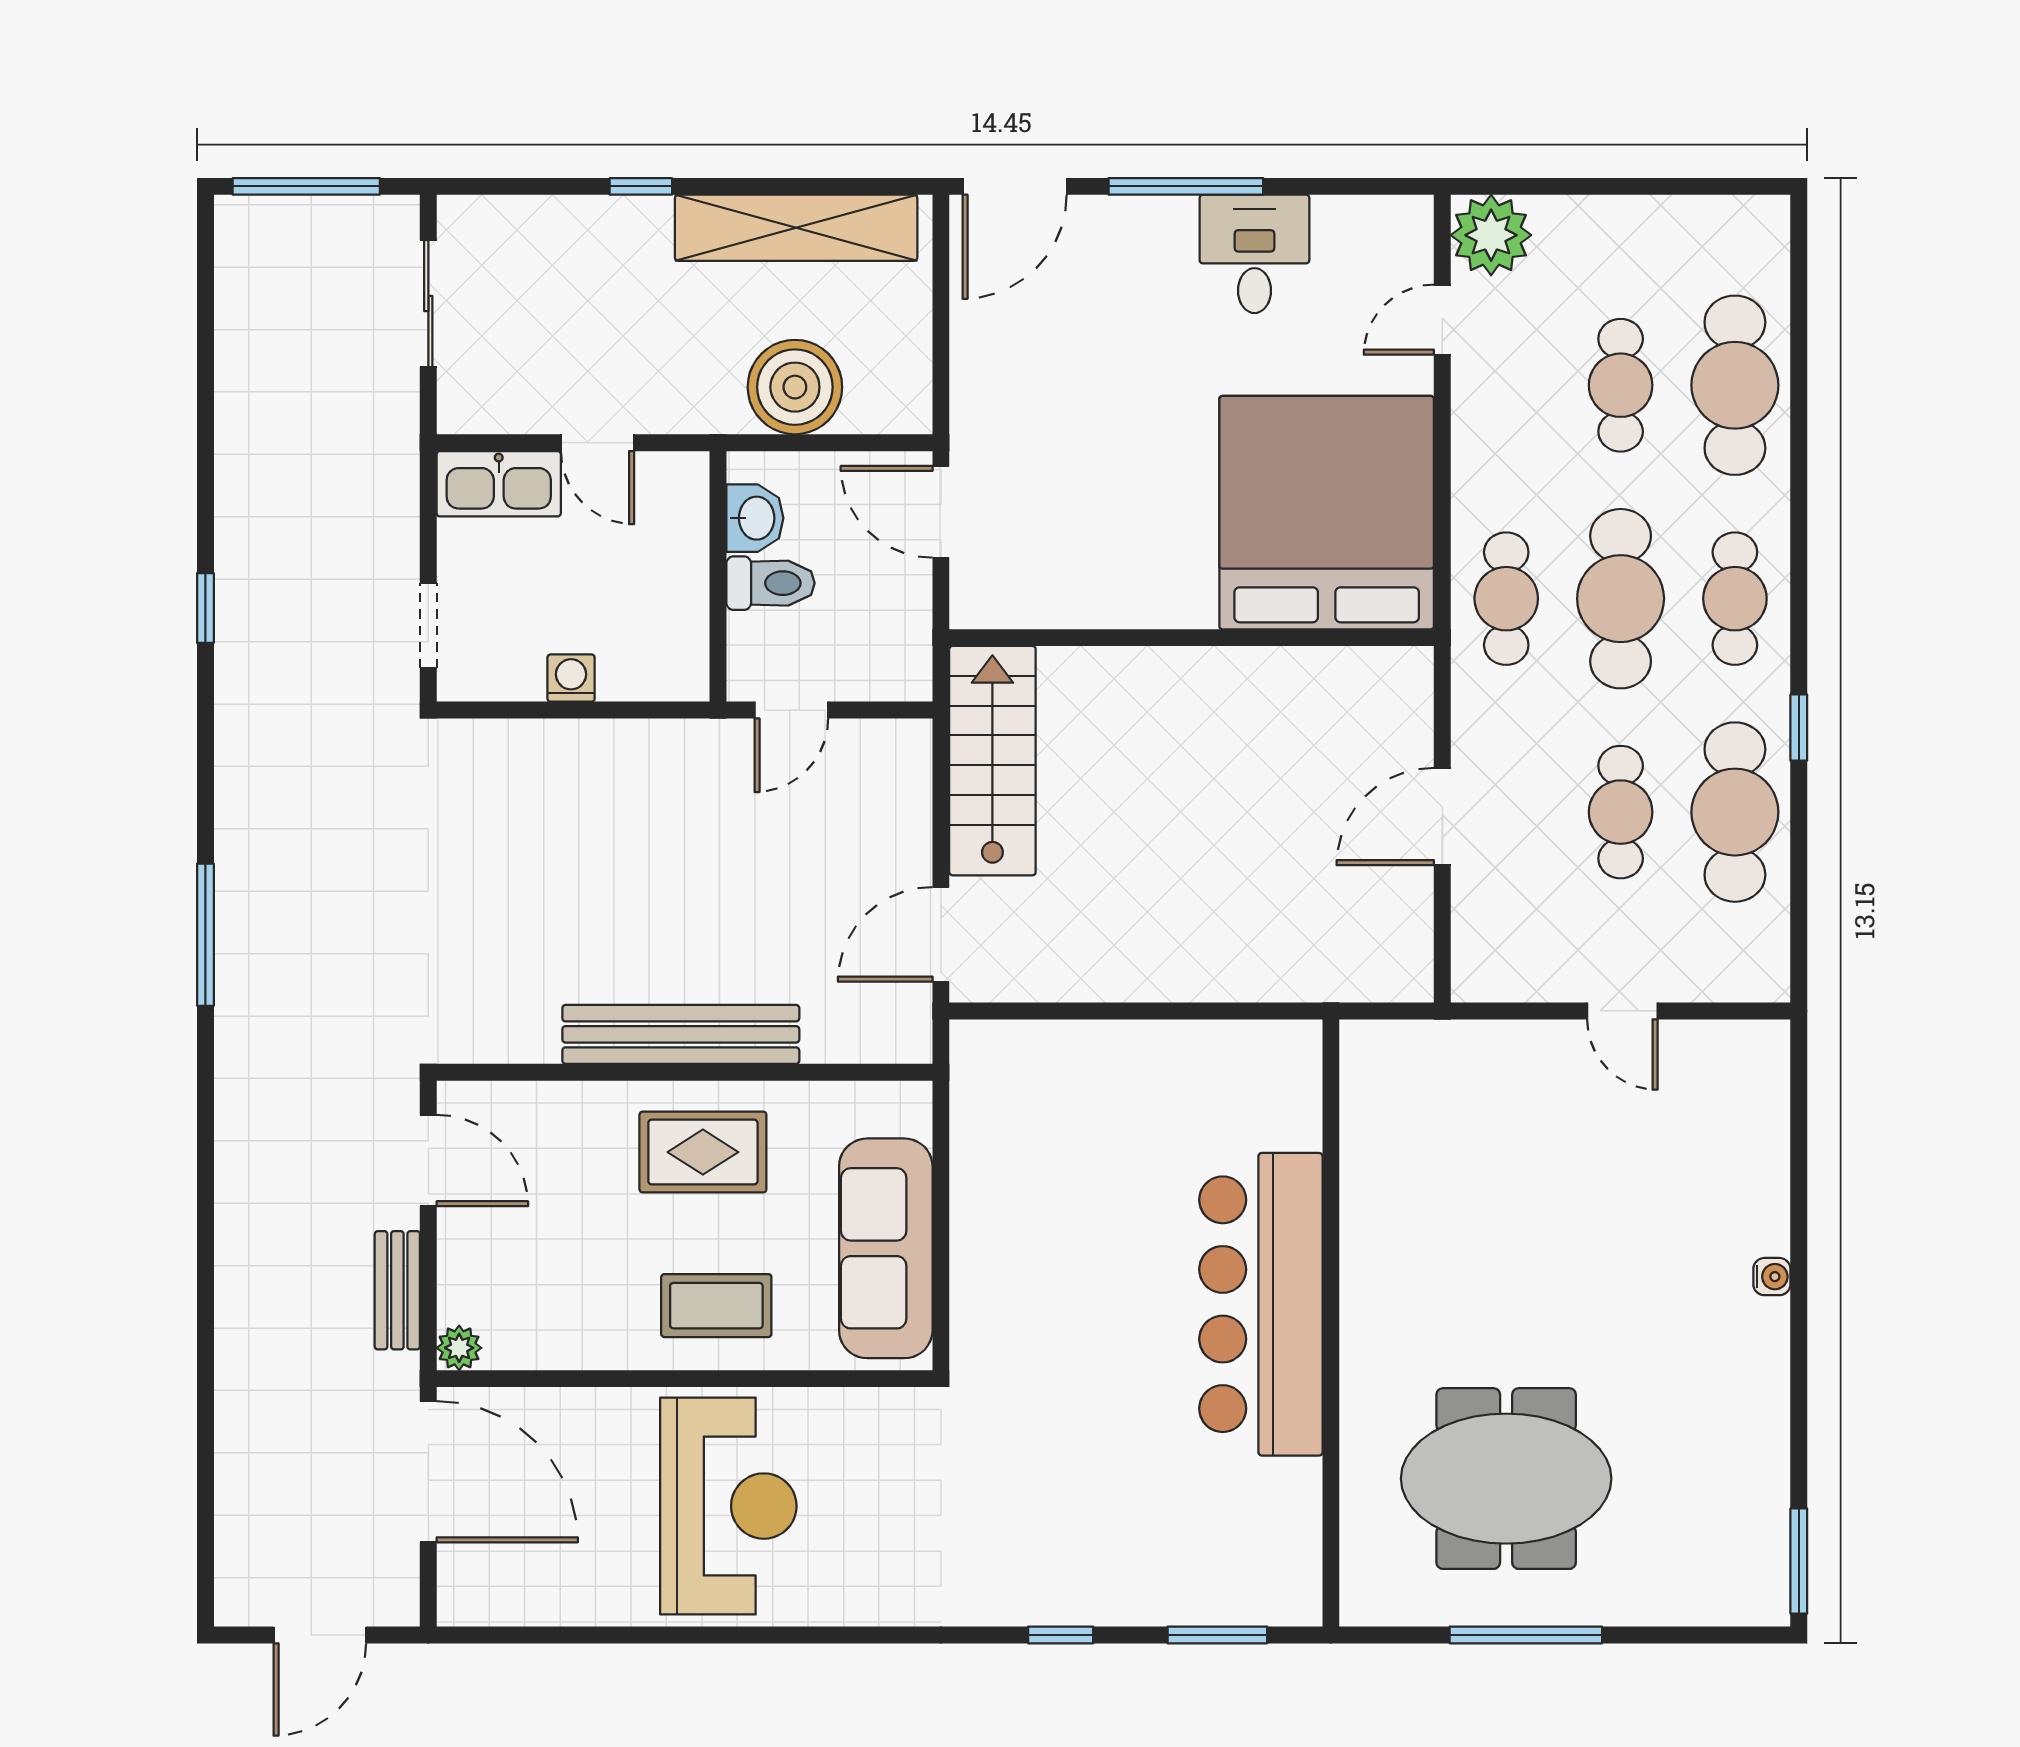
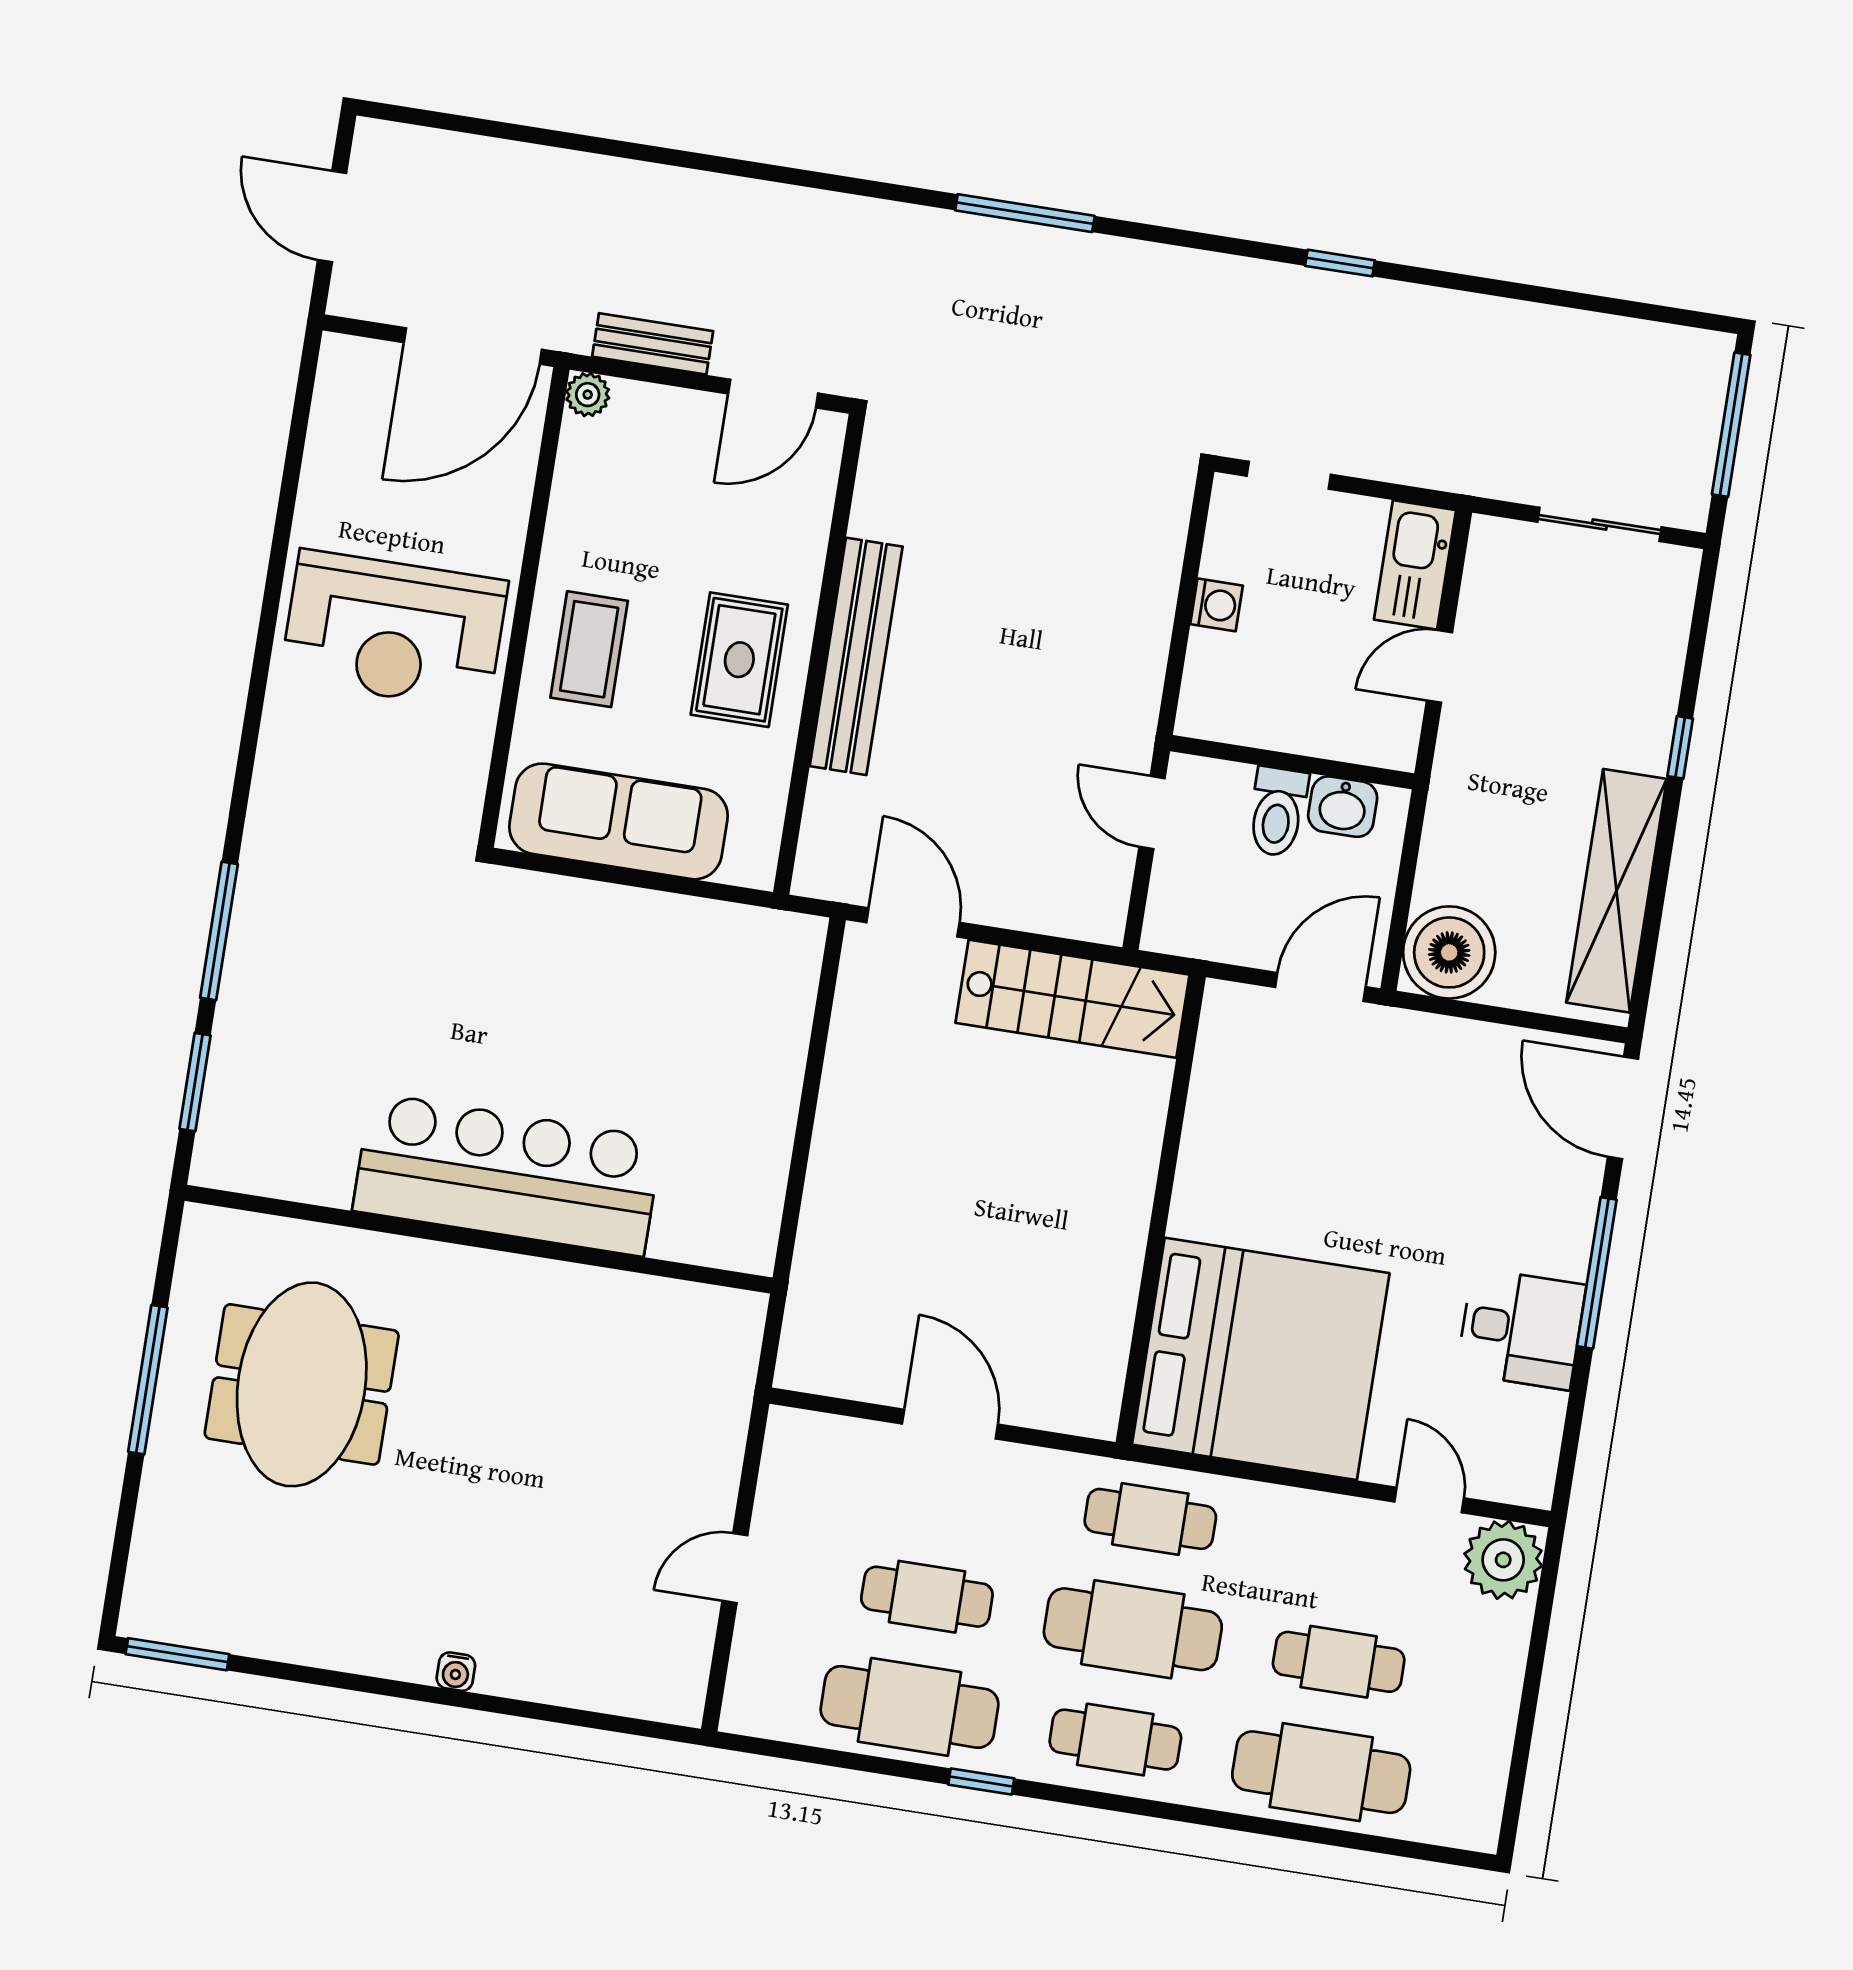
boiler: (795, 387) -> (1449, 952), moved
window: (1061, 1635) -> (219, 931), width x2.17

